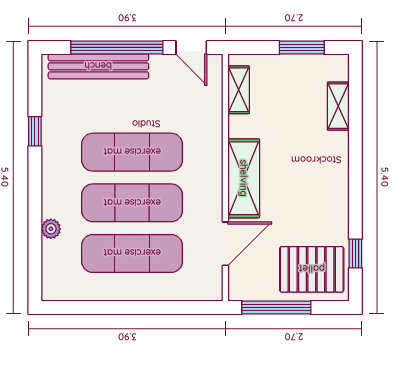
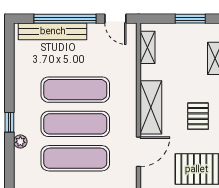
window: (35, 131) -> (9, 122), moved
pallet: (313, 191) -> (198, 116), added

